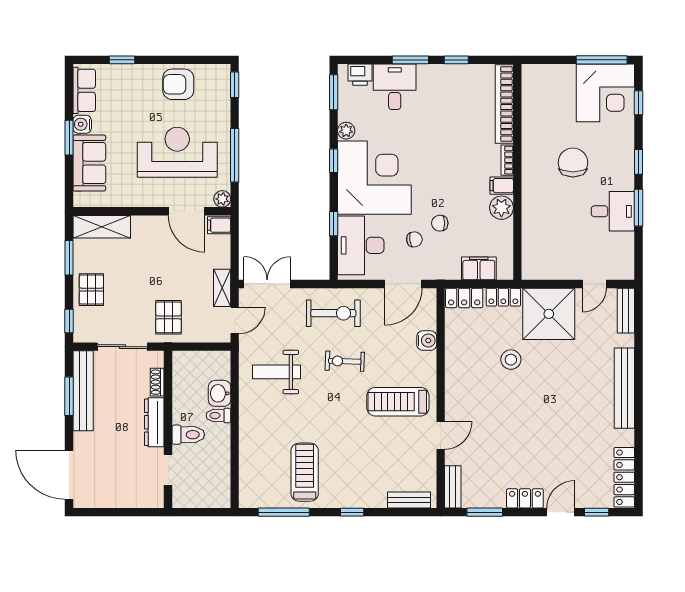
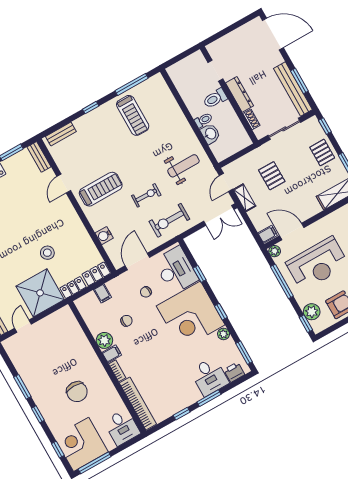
plant: (219, 96) -> (312, 312), added
desk: (613, 211) -> (122, 427), moved, turned -90
chair: (440, 223) -> (126, 321), moved
filing cabinet: (479, 268) -> (103, 293), width x0.50
pallet: (168, 317) -> (272, 176), moved

